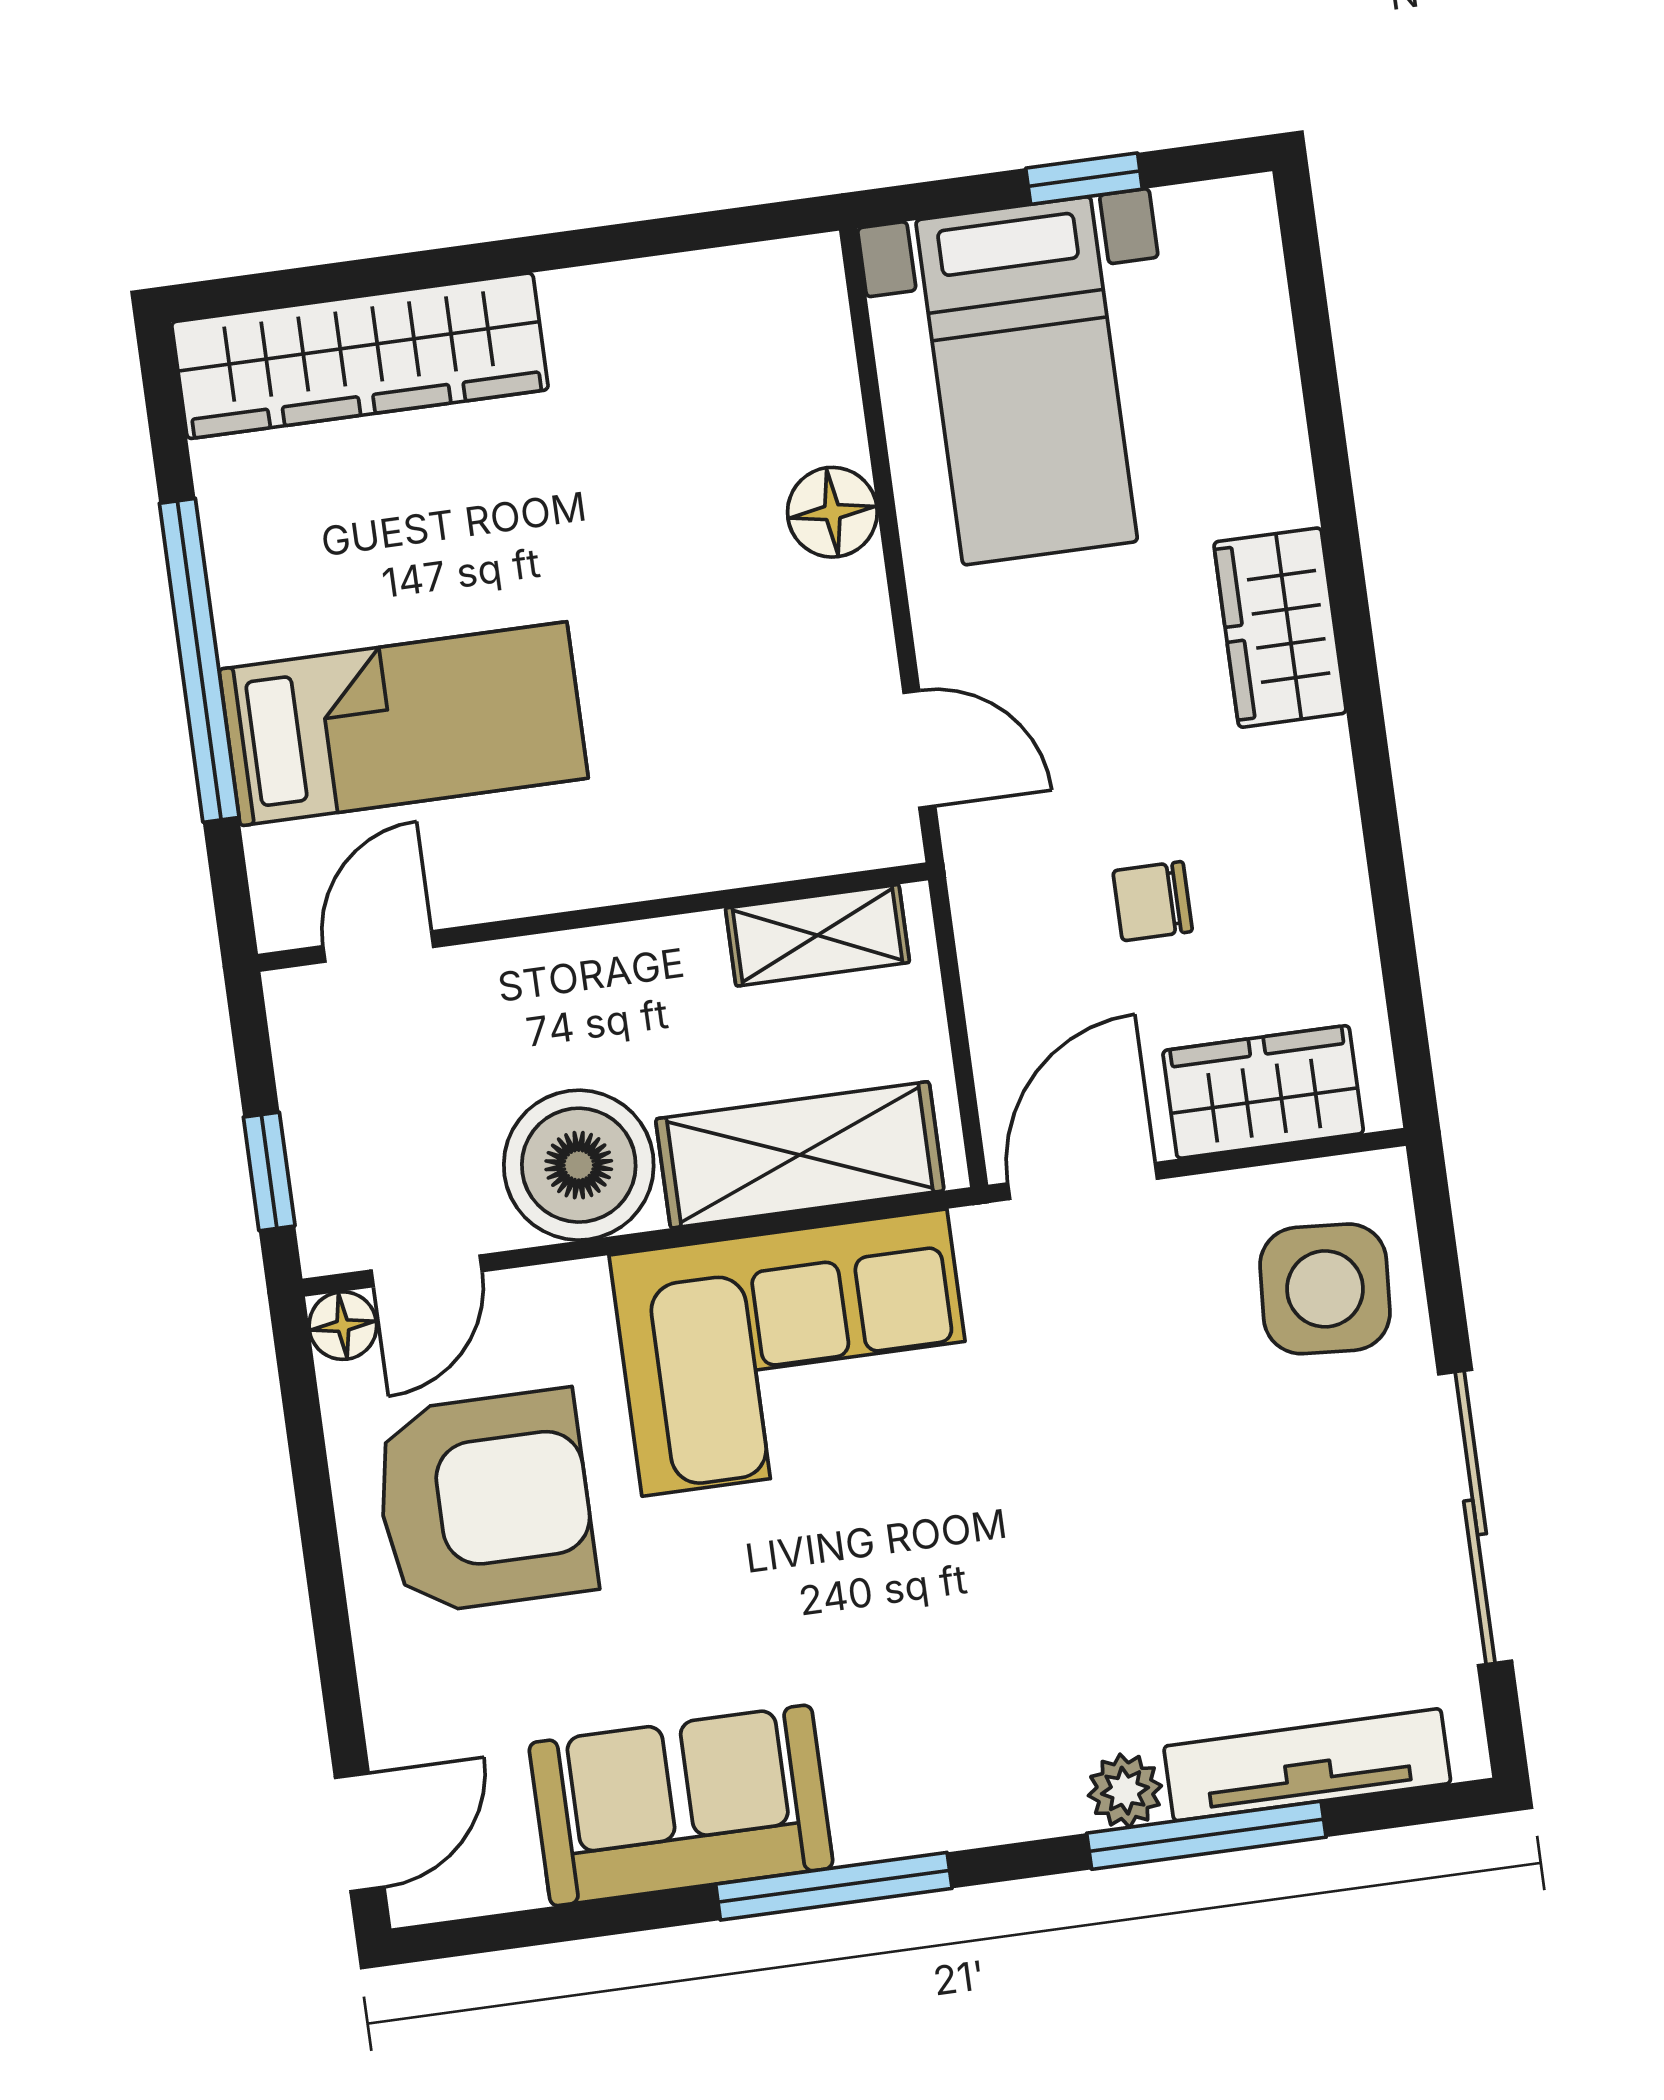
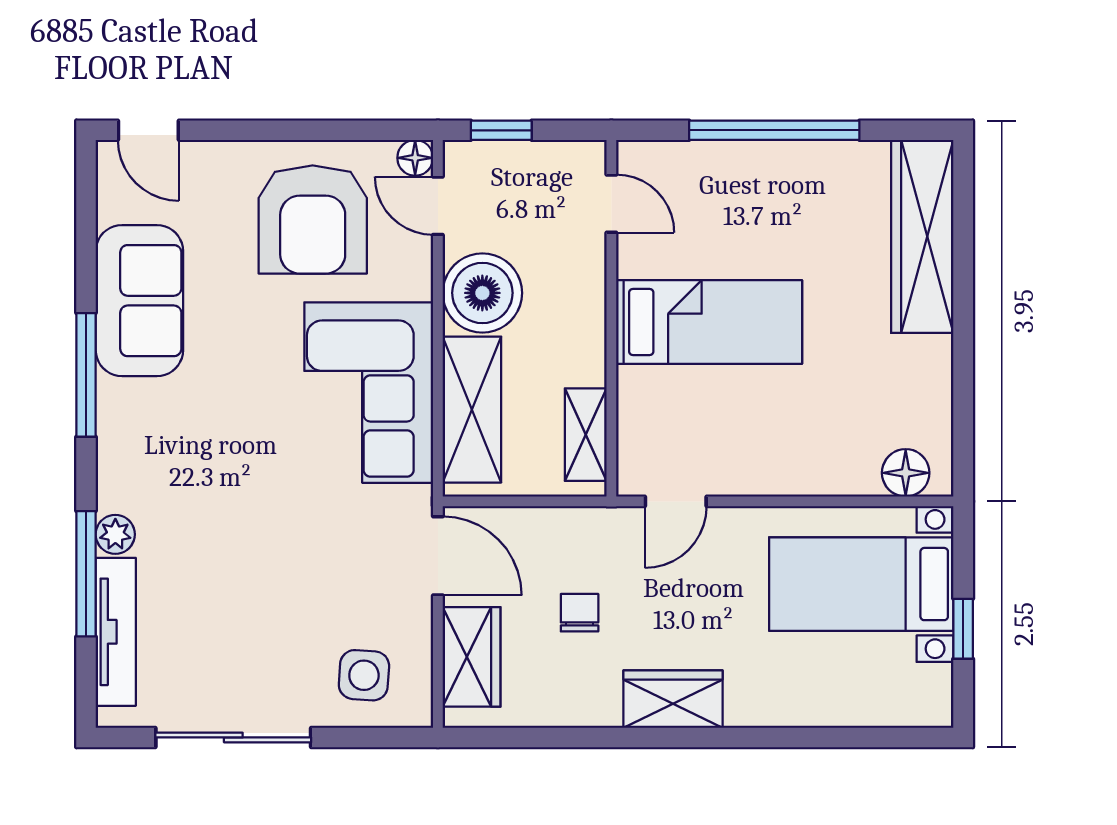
floor lamp: (832, 512) -> (906, 473), moved
wardrobe: (1280, 628) -> (673, 699), moved
bed: (404, 724) -> (709, 322), moved, turned -90
side table: (1325, 1289) -> (364, 675), width x0.73, depth x0.73

